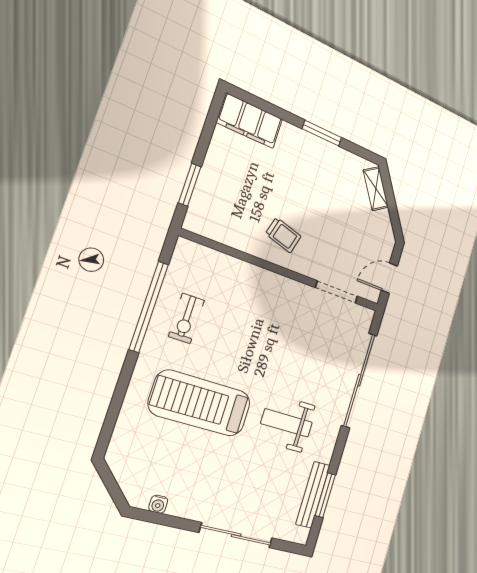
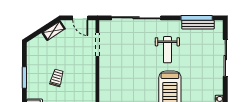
shelving: (376, 189) -> (54, 31), moved
trolley: (283, 235) -> (57, 78), moved
window: (325, 495) -> (197, 18), width x1.44

